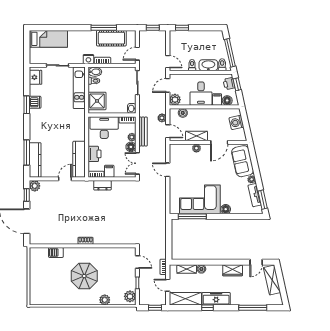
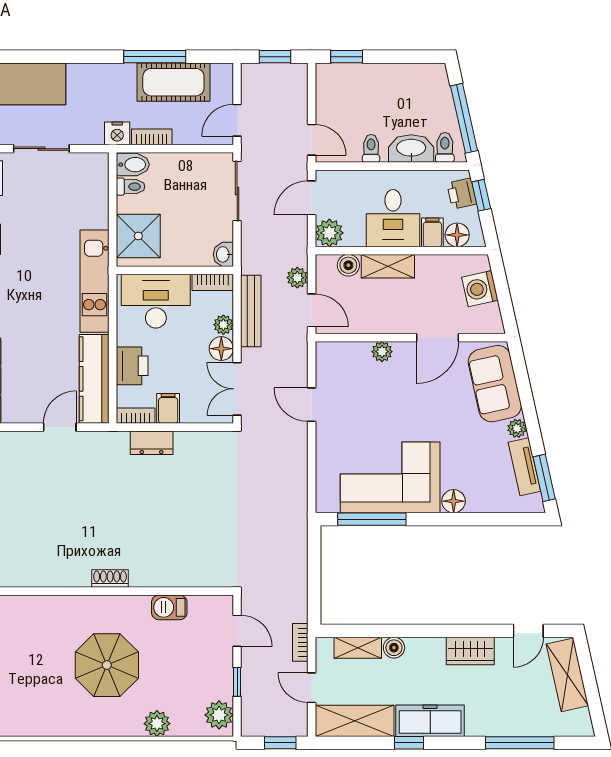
kitchen unit: (79, 88) -> (95, 281), moved
shelving: (197, 136) -> (388, 266), moved
barbecue: (56, 252) -> (169, 607), moved

